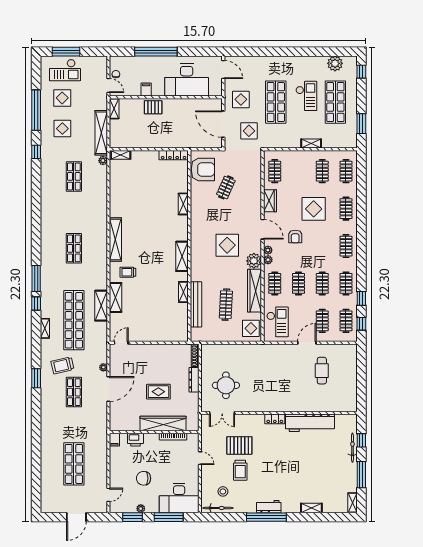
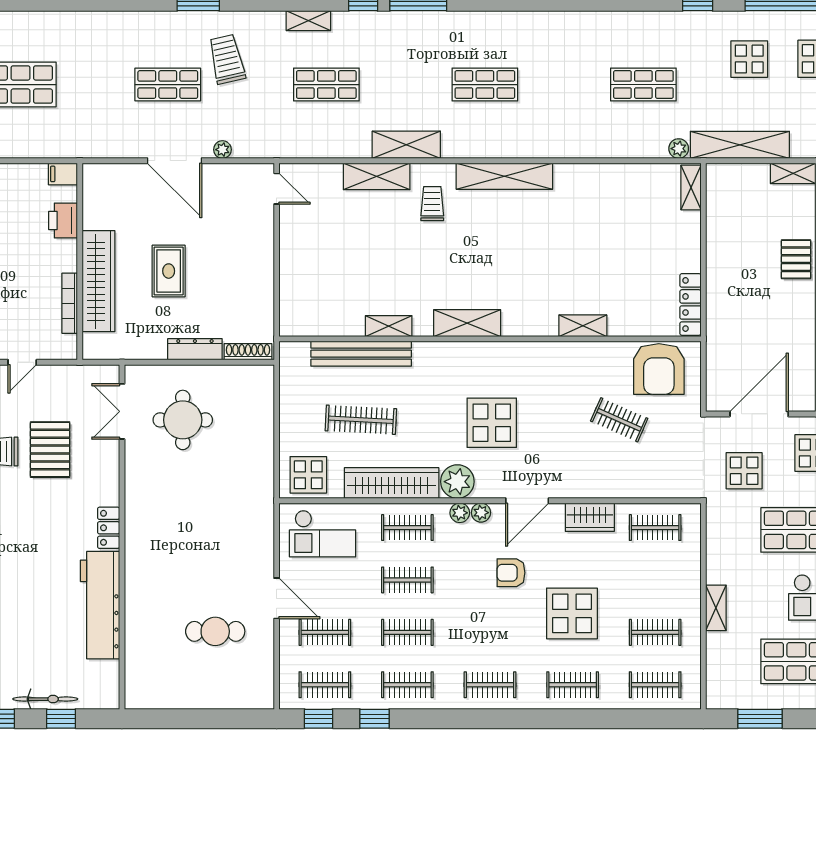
shelving: (101, 306) -> (406, 145), moved
shop shelf: (74, 320) -> (326, 85), width x0.50, depth x0.74

